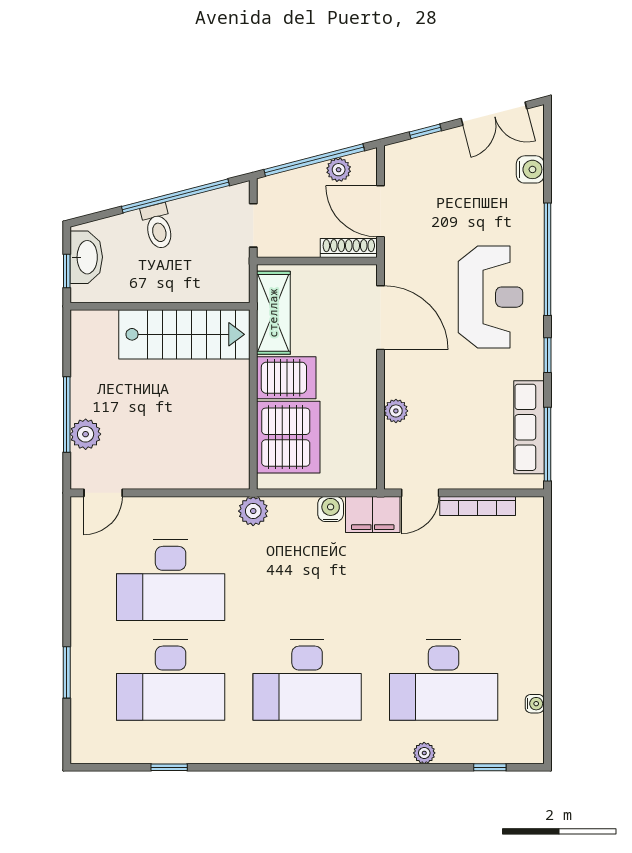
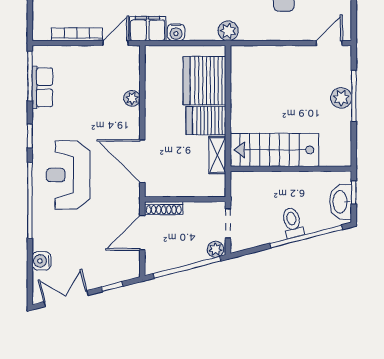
plant: (339, 170) -> (215, 249), moved
window: (175, 196) -> (306, 236), moved
door: (381, 211) -> (142, 233), swing flipped
shelving: (273, 313) -> (217, 155), width x0.67, depth x0.75
row of seats: (529, 427) -> (42, 87), width x0.68
plant: (86, 434) -> (341, 98), moved

